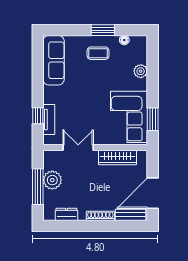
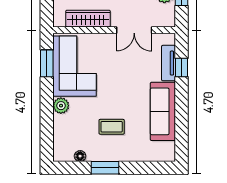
coffee table: (98, 53) -> (112, 127), moved
sofa: (54, 60) -> (163, 111), moved
plant: (141, 71) -> (61, 106), moved

